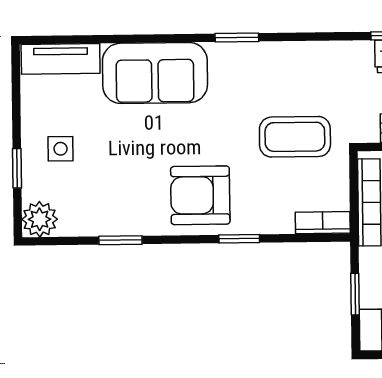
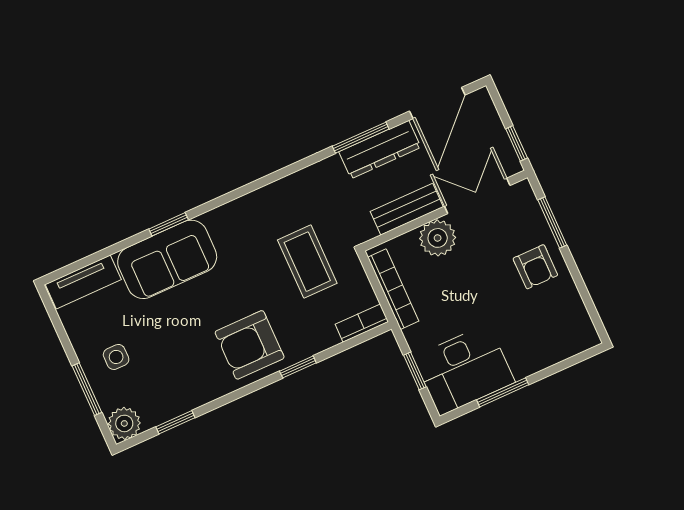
window: (237, 38) -> (169, 224), moved
coffee table: (295, 137) -> (307, 262), turned 90
window: (17, 168) -> (87, 389), width x1.50
window: (120, 240) -> (175, 422), moved

